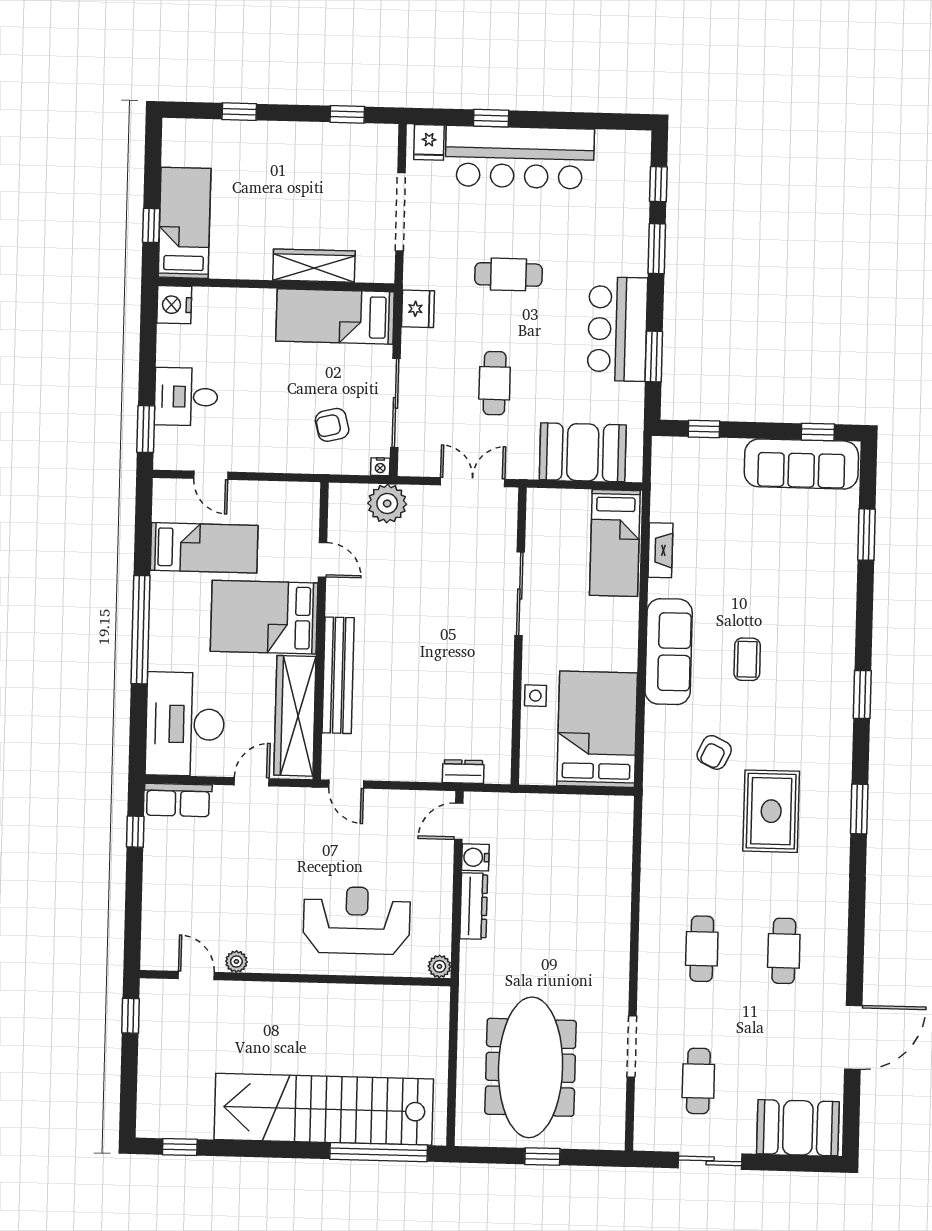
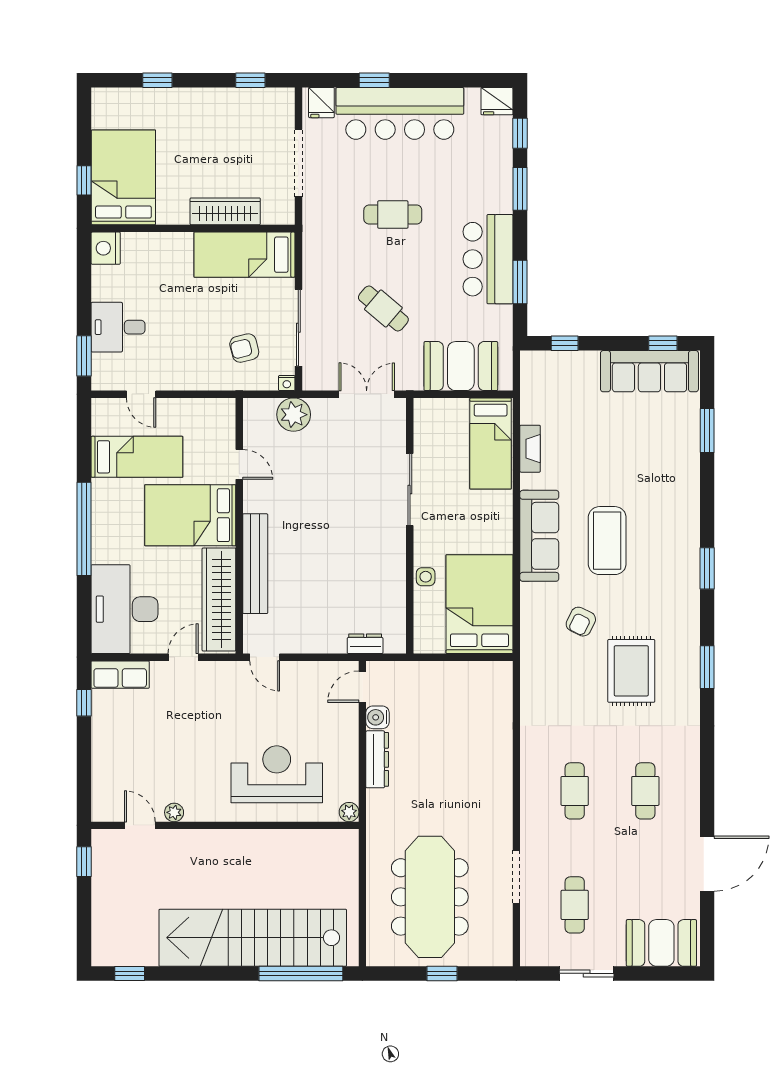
bed: (185, 223) -> (123, 177), width x1.50
fridge: (418, 309) -> (497, 101), moved, turned 90
cafe table: (495, 383) -> (383, 308), turned -50
coffee table: (747, 659) -> (607, 541), width x1.86, depth x1.72

